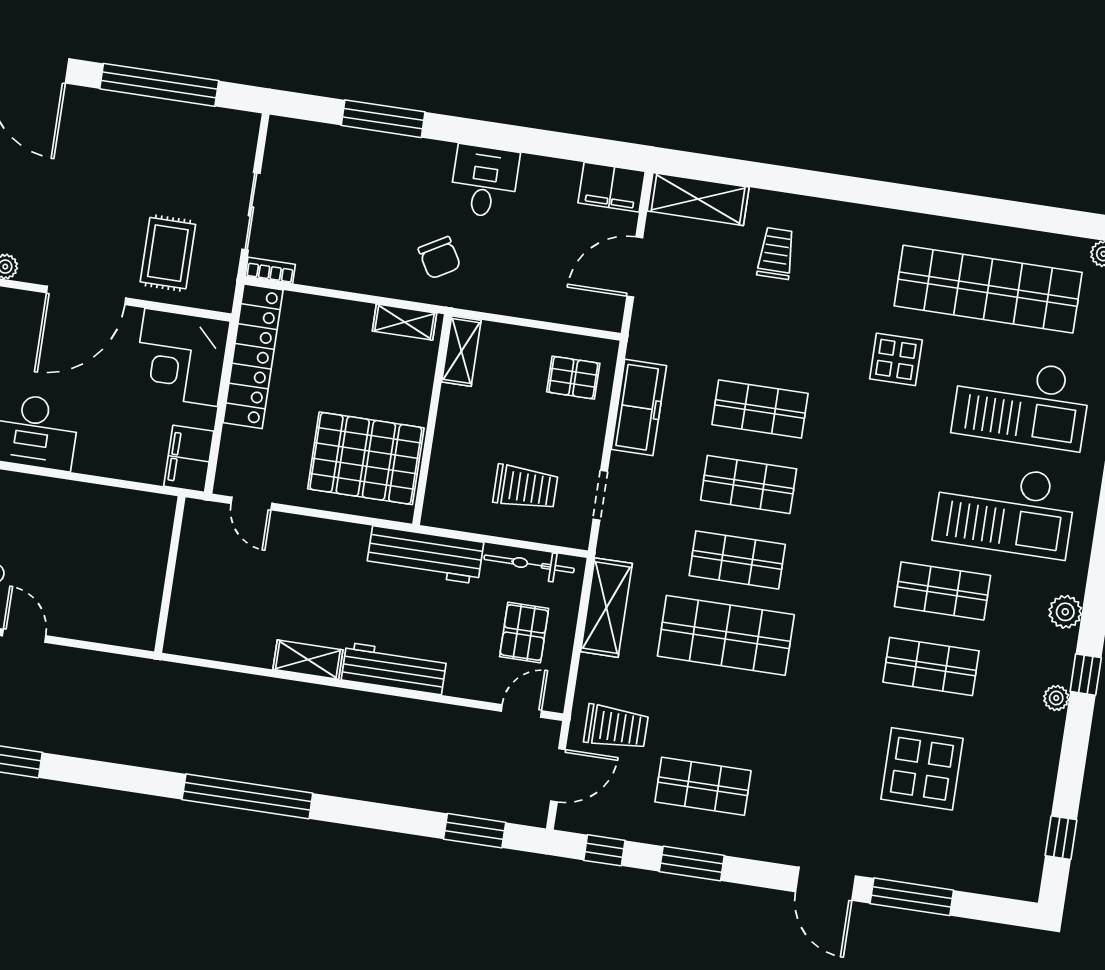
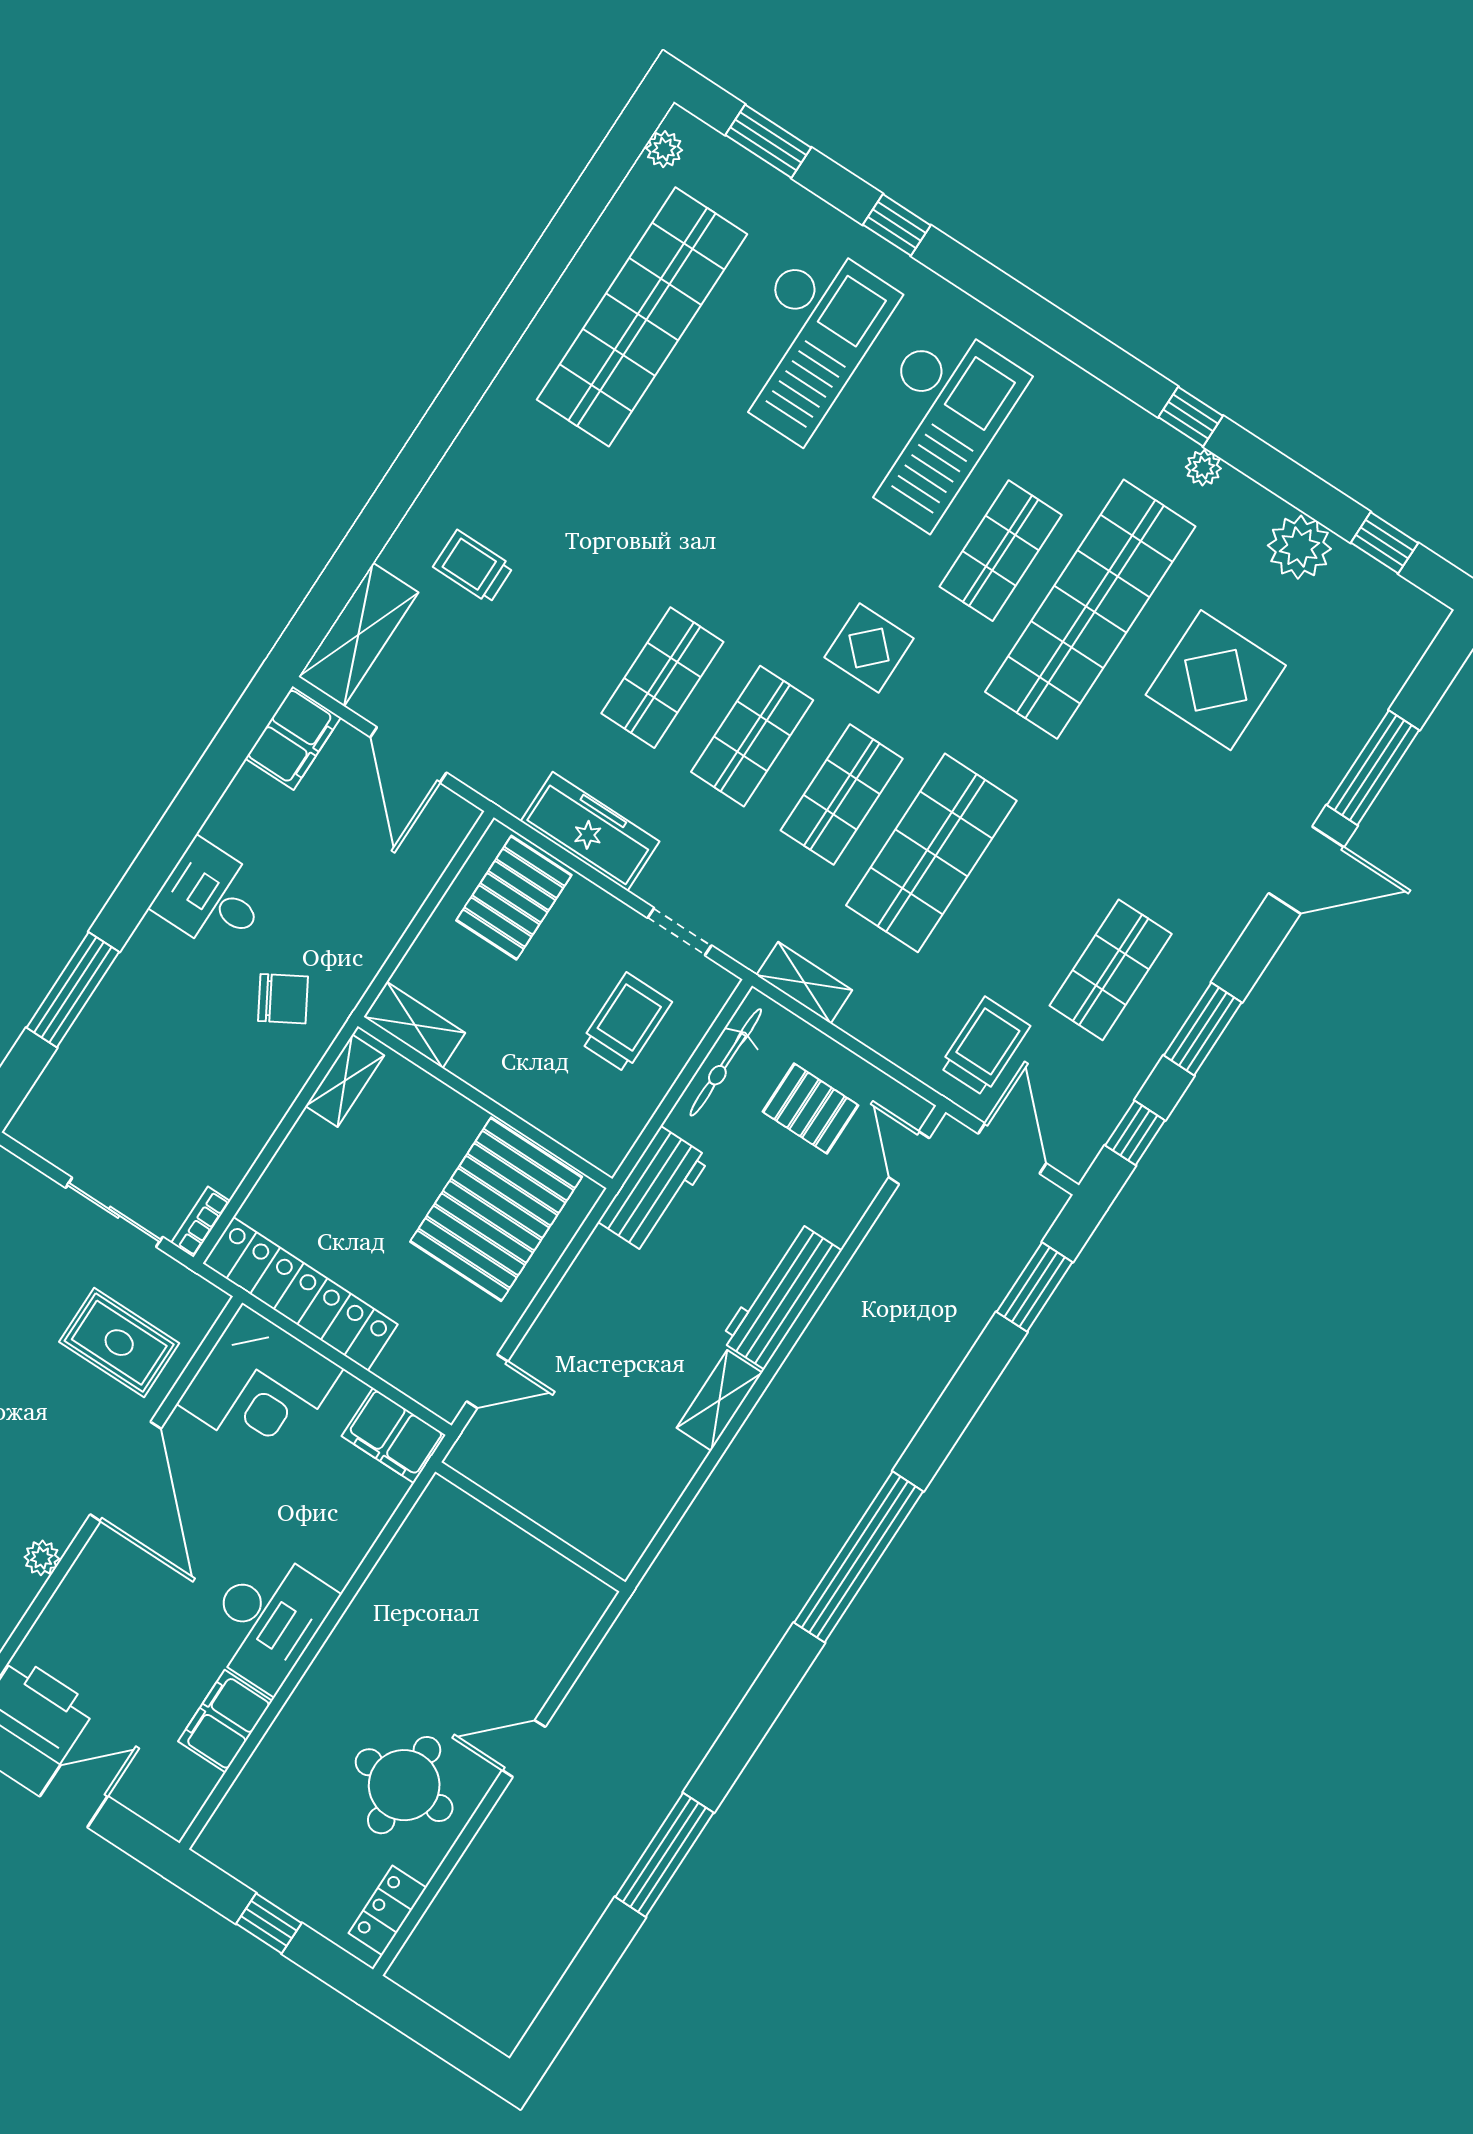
display table: (896, 359) -> (869, 648), moved
pallet: (573, 378) -> (514, 898), width x1.50, depth x1.42
workbench: (425, 555) -> (654, 1190), width x0.73
shelving: (606, 608) -> (804, 983), width x0.67, depth x0.75
plant: (1065, 612) -> (1299, 547), moved, width x1.36, depth x1.36
shop shelf: (931, 666) -> (1090, 609), width x2.00, depth x1.36

